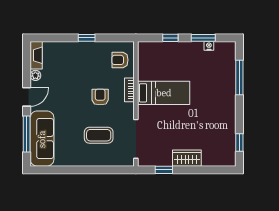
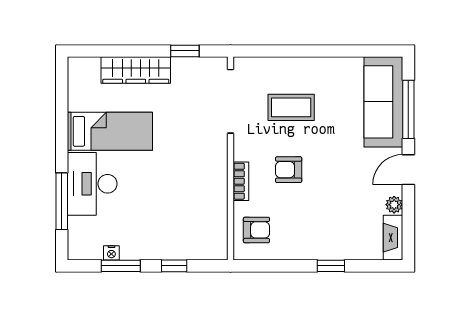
window: (87, 38) -> (331, 266), moved
desk: (221, 88) -> (92, 184), added
bed: (164, 93) -> (110, 131), moved, turned 180
armchair: (100, 97) -> (289, 170), turned 90
window: (239, 143) -> (62, 95), removed
wardrobe: (187, 158) -> (136, 70), width x1.50

